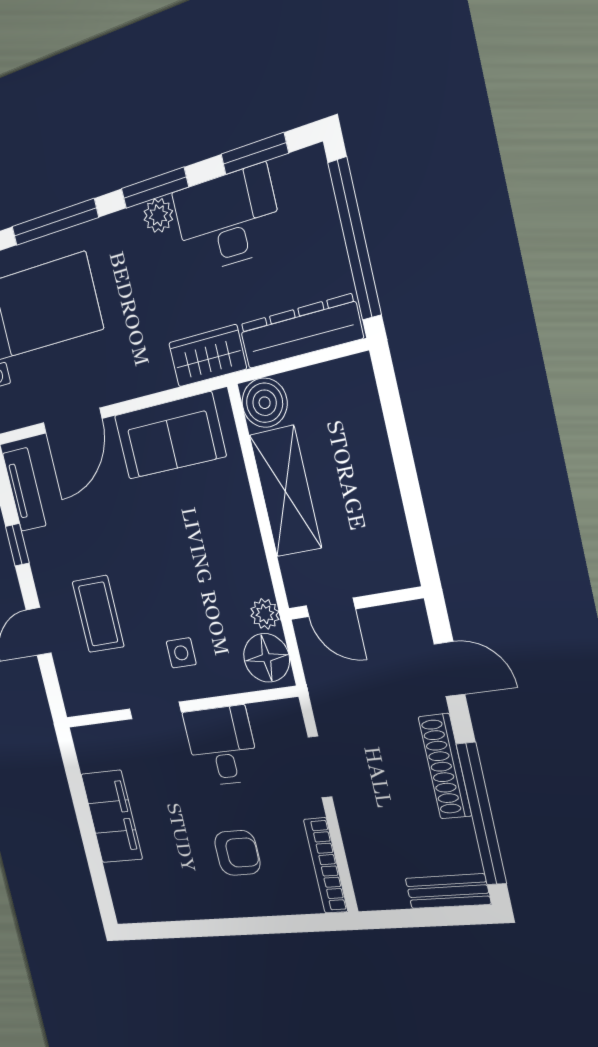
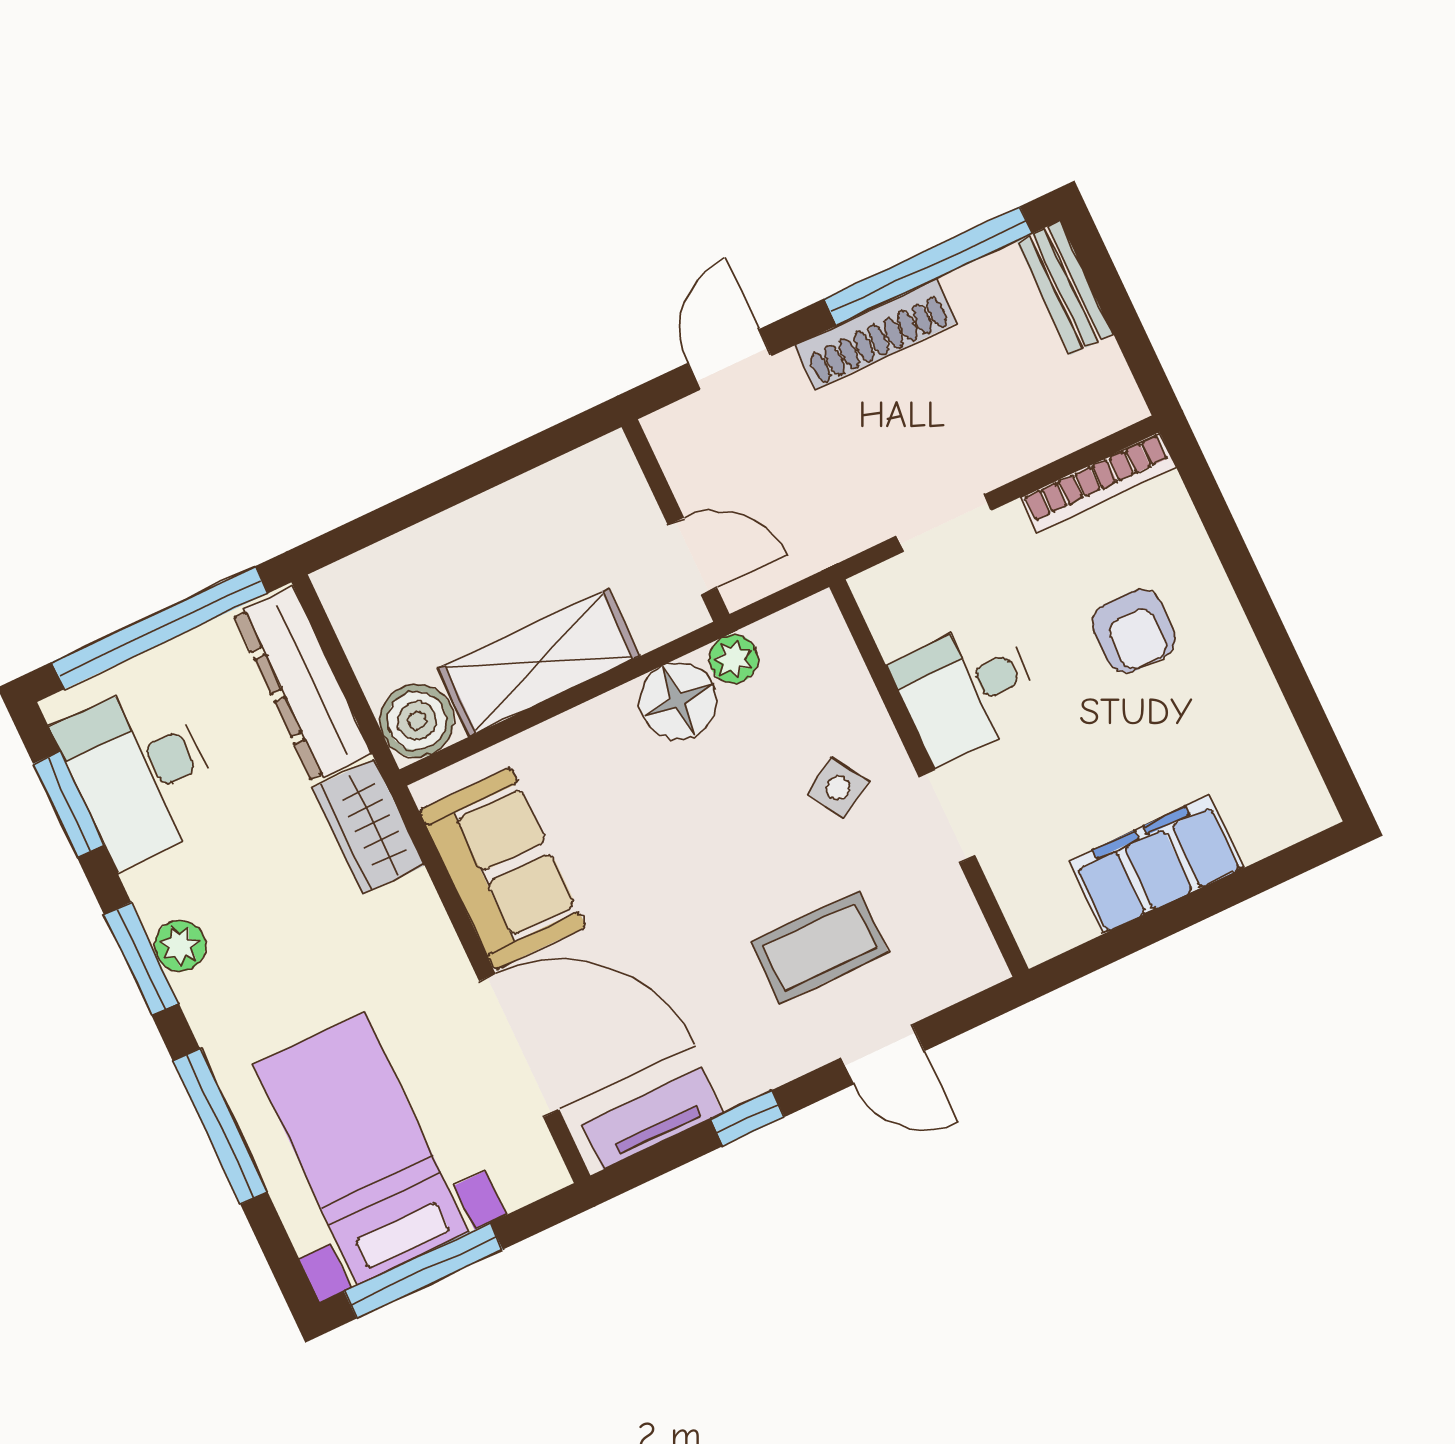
desk: (228, 220) -> (140, 773), moved
door: (72, 421) -> (519, 1045), width x1.36
door: (331, 607) -> (692, 556), hinge flipped
side table: (181, 653) -> (838, 788), turned -32
floor lamp: (267, 658) -> (678, 701), moved
armchair: (237, 853) -> (1134, 631), turned 180

